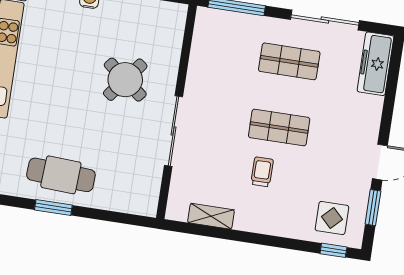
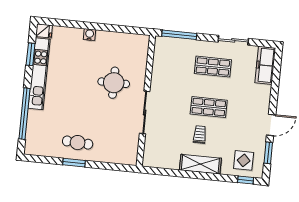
sliding door: (325, 20) -> (233, 40), width x0.73
round table: (125, 80) -> (114, 83), turned -38
cafe table: (61, 175) -> (78, 143), width x0.73, depth x0.74
shelving: (211, 216) -> (200, 164), moved, width x1.50, depth x1.33

